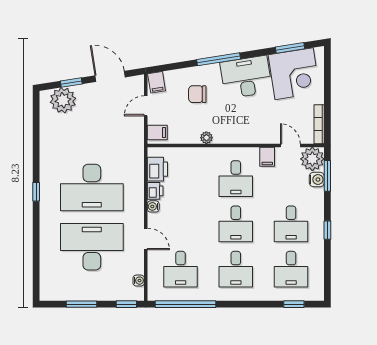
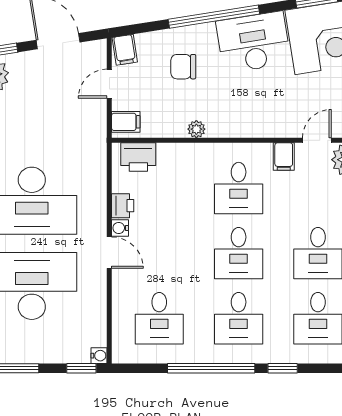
window: (219, 59) -> (214, 17), width x1.46
door: (290, 145) -> (317, 140), hinge flipped
printer: (157, 169) -> (138, 157), moved, turned 90
door: (146, 239) -> (109, 253), moved
water cooler: (139, 281) -> (99, 356), moved
window: (185, 304) -> (211, 368), moved
window: (294, 304) -> (283, 368), moved

